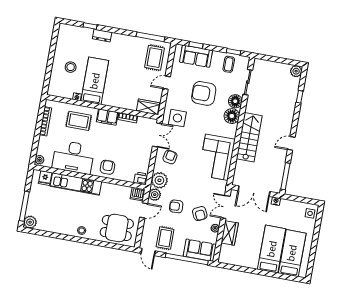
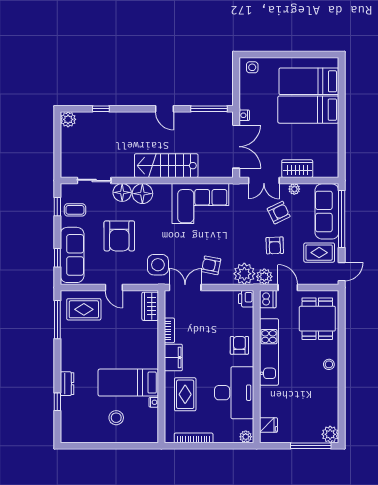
sofa: (196, 56) -> (72, 255), width x1.36
armchair: (107, 167) -> (239, 345), turned 90
kitchen unit: (76, 184) -> (269, 352), moved
sofa: (200, 250) -> (327, 211), width x1.36

